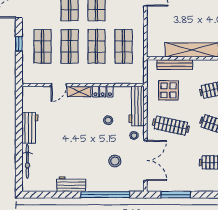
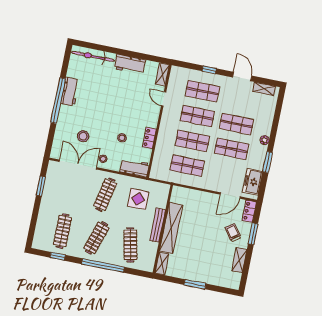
bench: (175, 65) -> (158, 225), moved
shelving: (79, 92) -> (162, 74), moved
workbench: (137, 106) -> (135, 168), width x0.73
bicycle: (27, 161) -> (93, 56), width x1.37, depth x1.40
double door: (145, 161) -> (78, 165), swing flipped
window: (105, 195) -> (58, 101), moved
window: (176, 195) -> (41, 186), width x0.69

